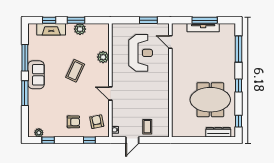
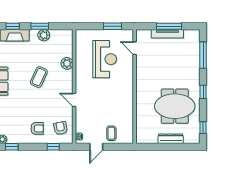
dresser: (218, 132) -> (171, 139), moved

